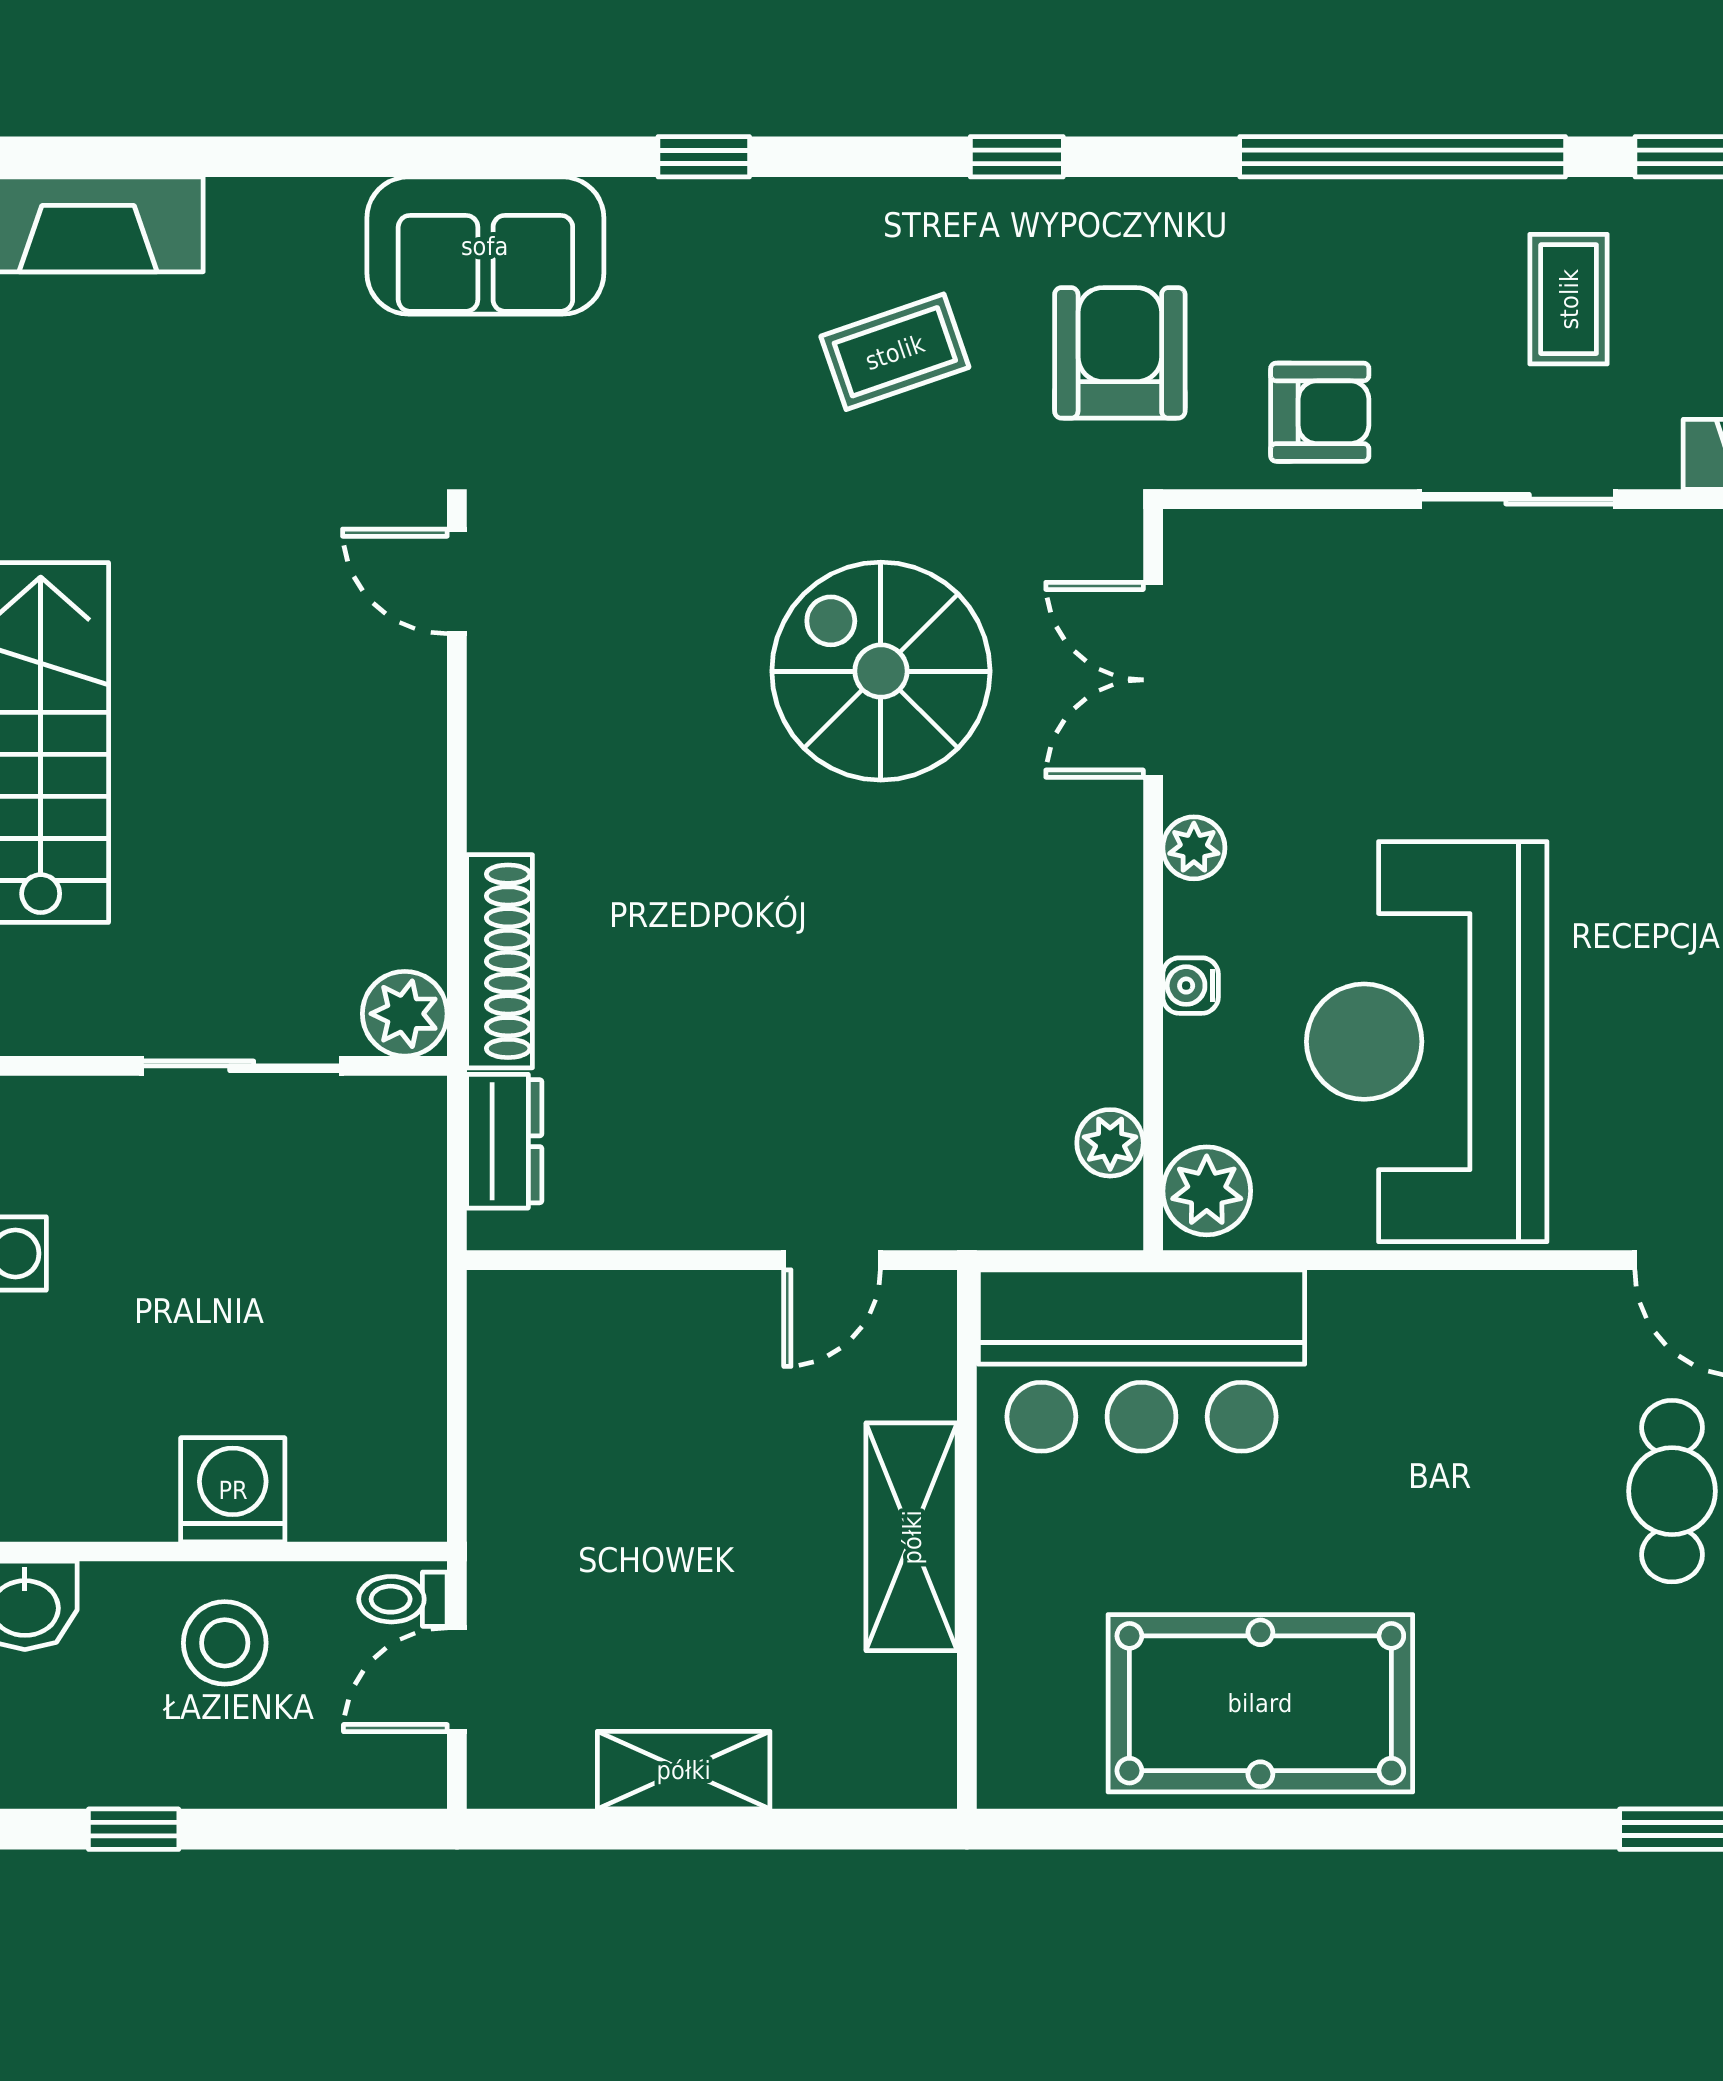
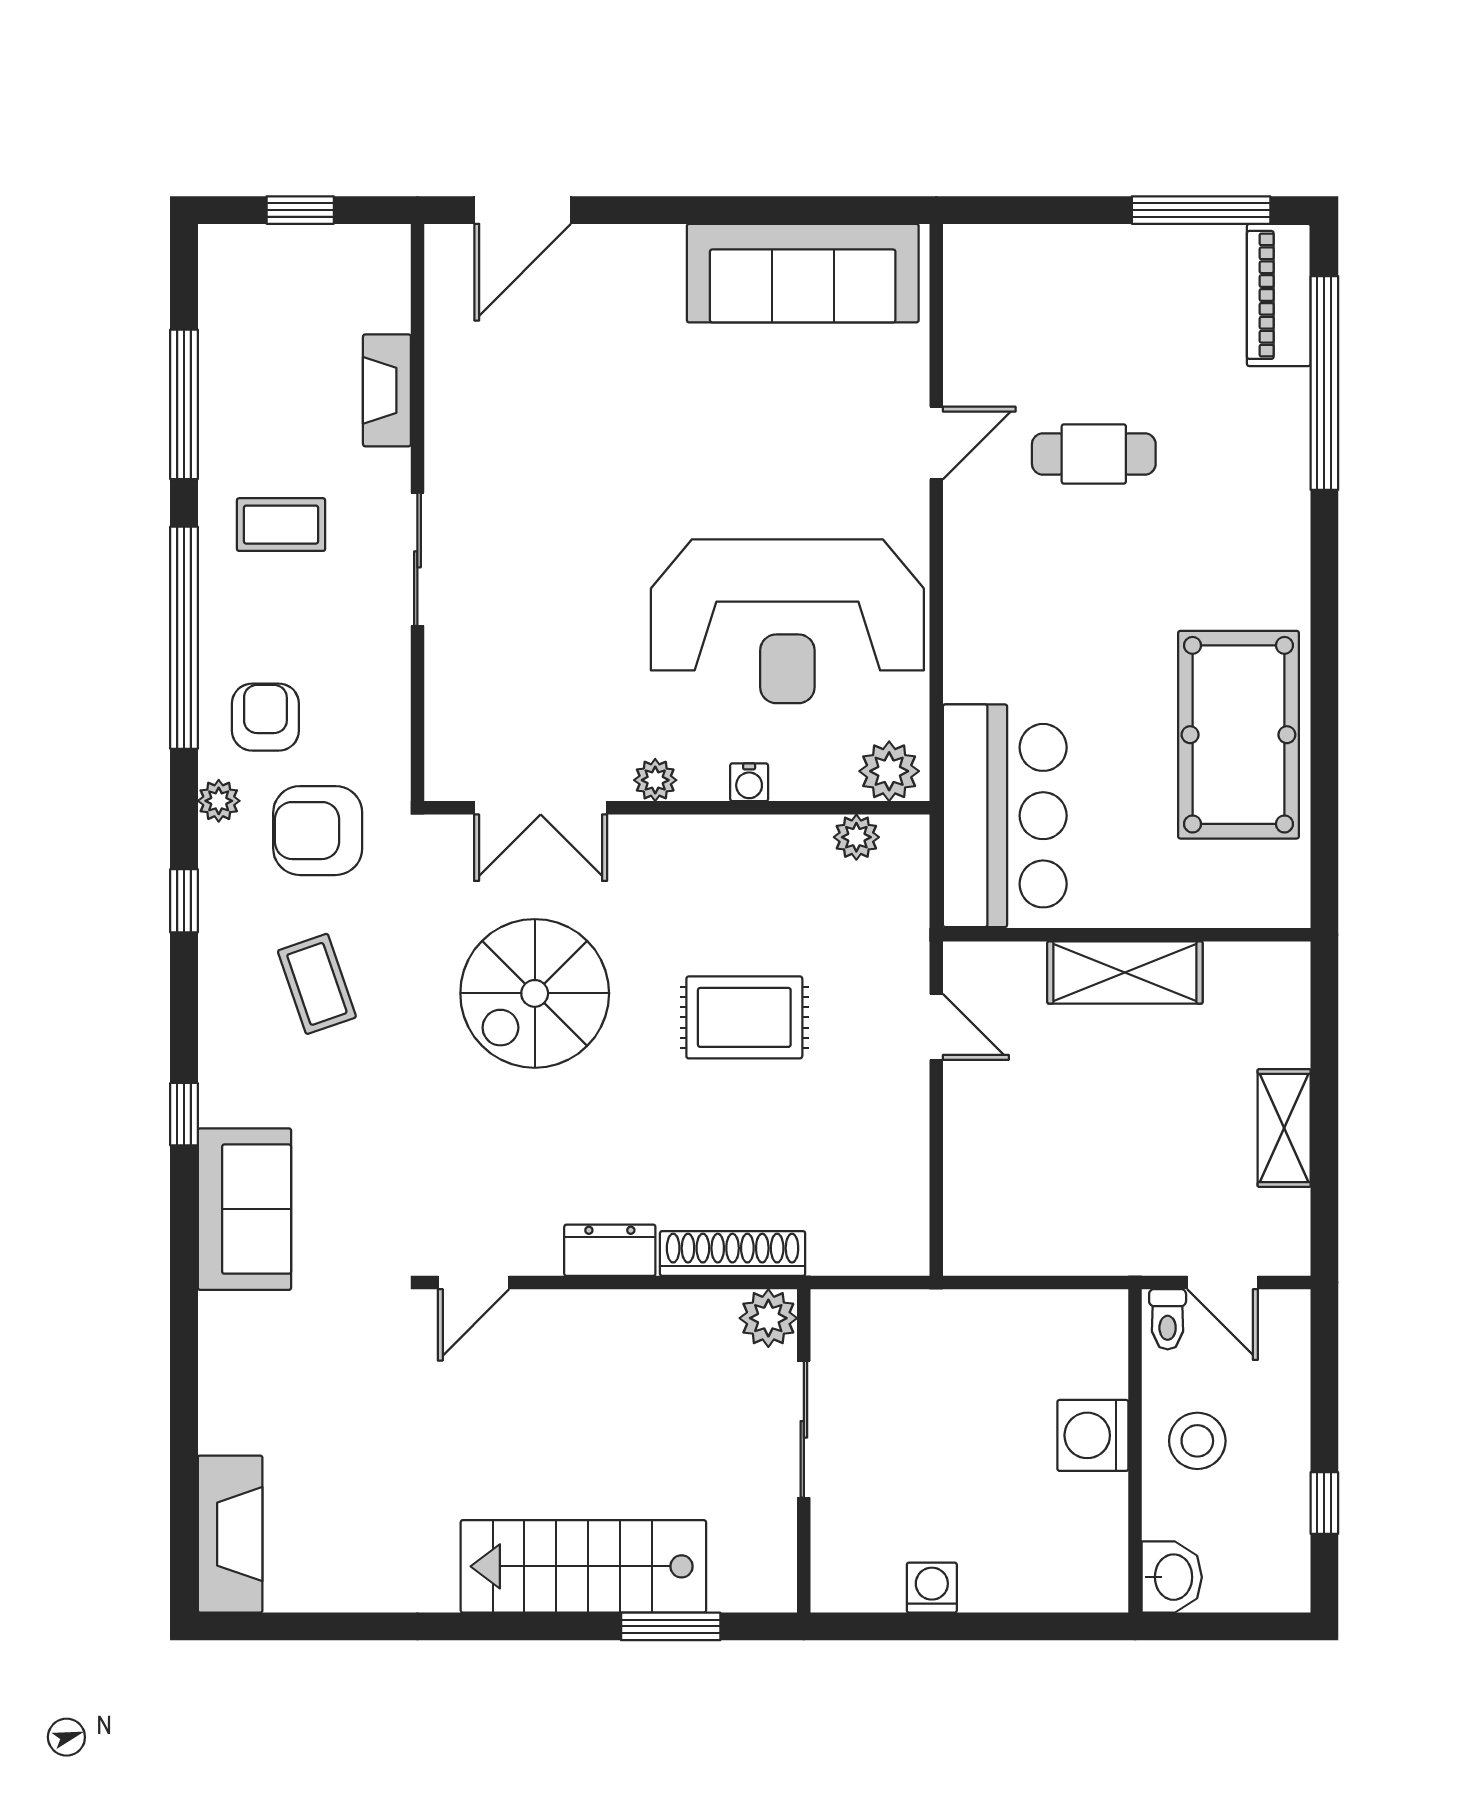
plant: (1163, 208) -> (219, 801), added
sofa: (485, 246) -> (244, 1209), moved
armchair: (1320, 412) -> (265, 717), moved
rug: (846, 979) -> (744, 1017), added
dresser: (504, 1141) -> (610, 1250), moved

